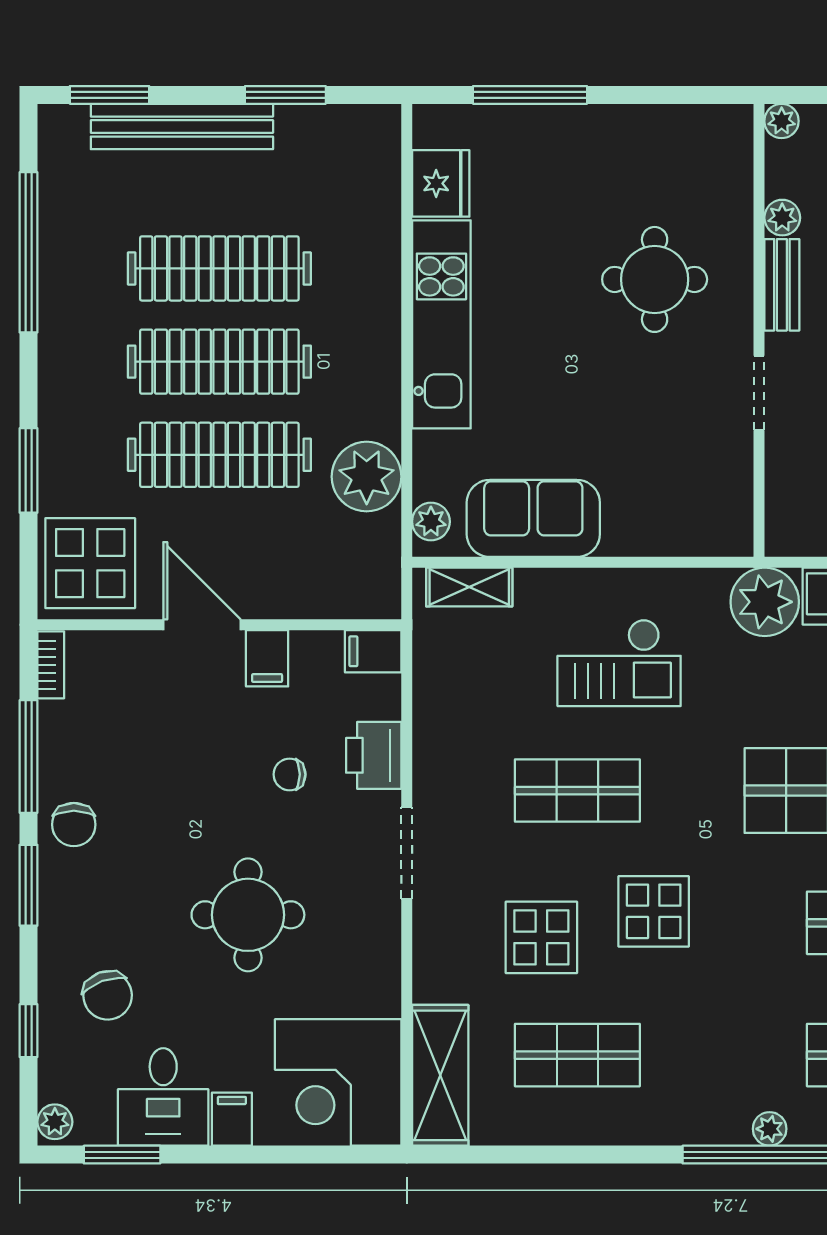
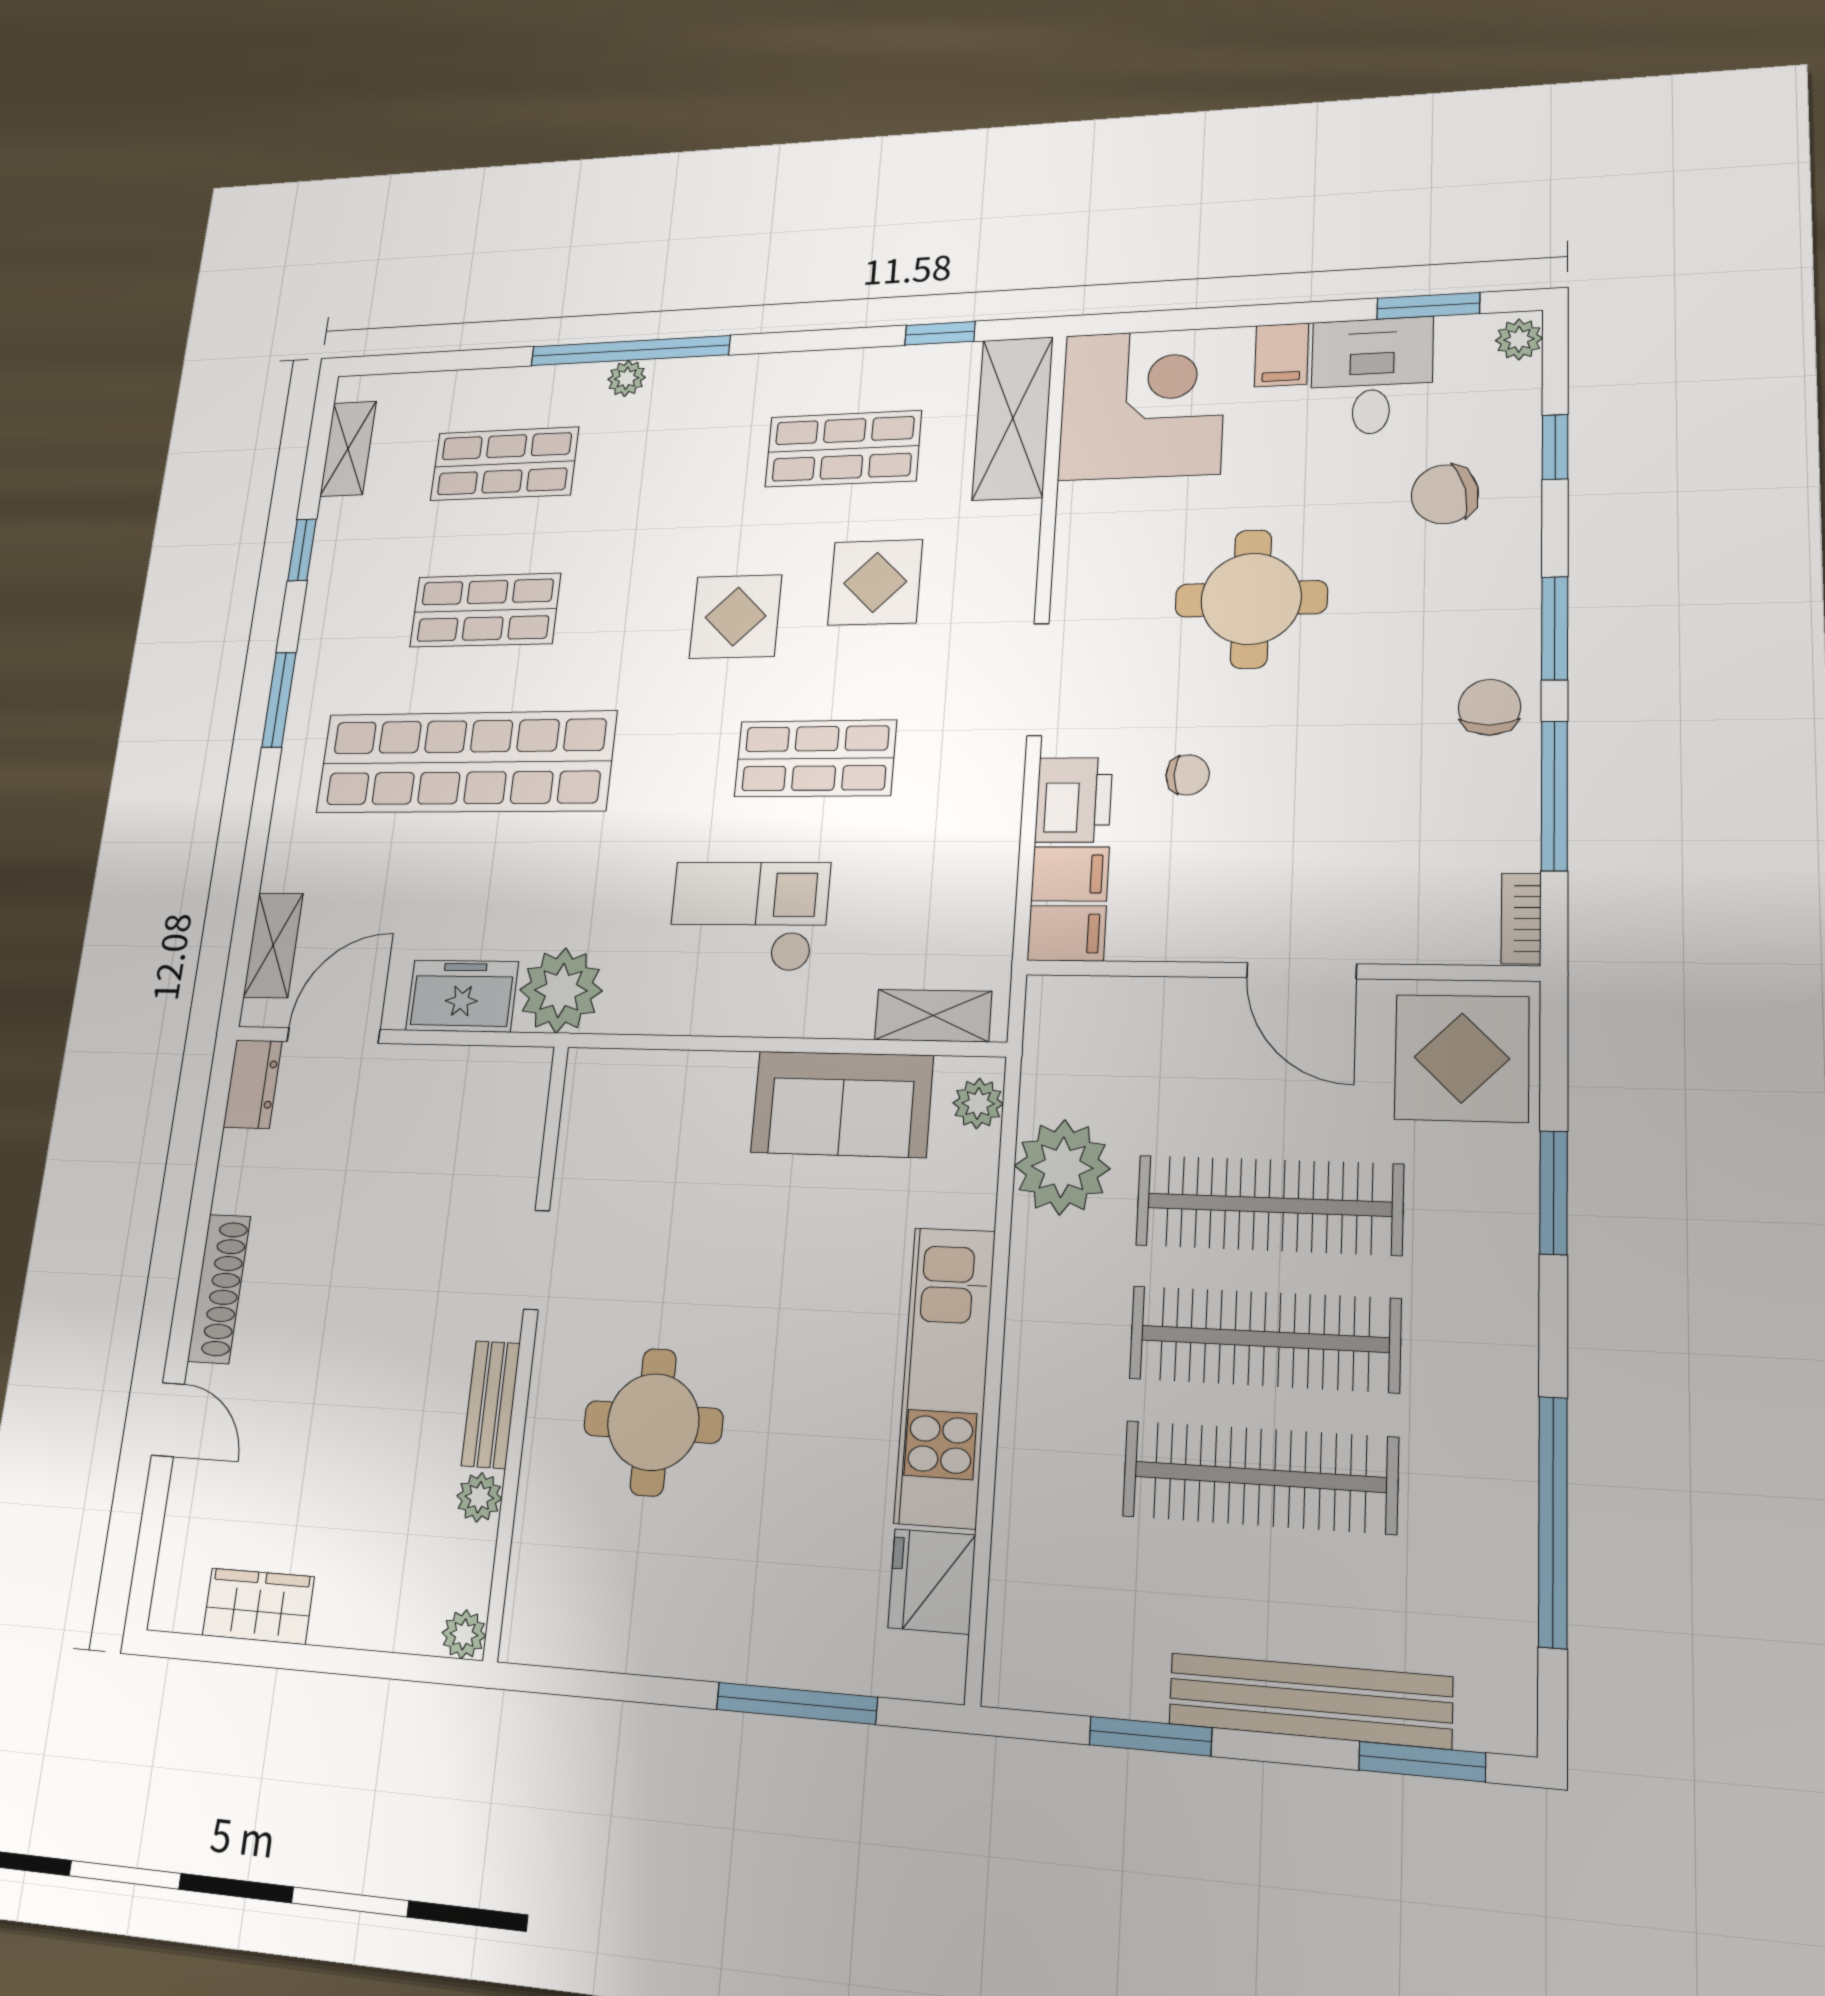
filing cabinet: (267, 658) -> (1070, 874), moved, turned 90
chair: (108, 995) -> (1445, 494), turned -83
window: (505, 1155) -> (940, 333), added

